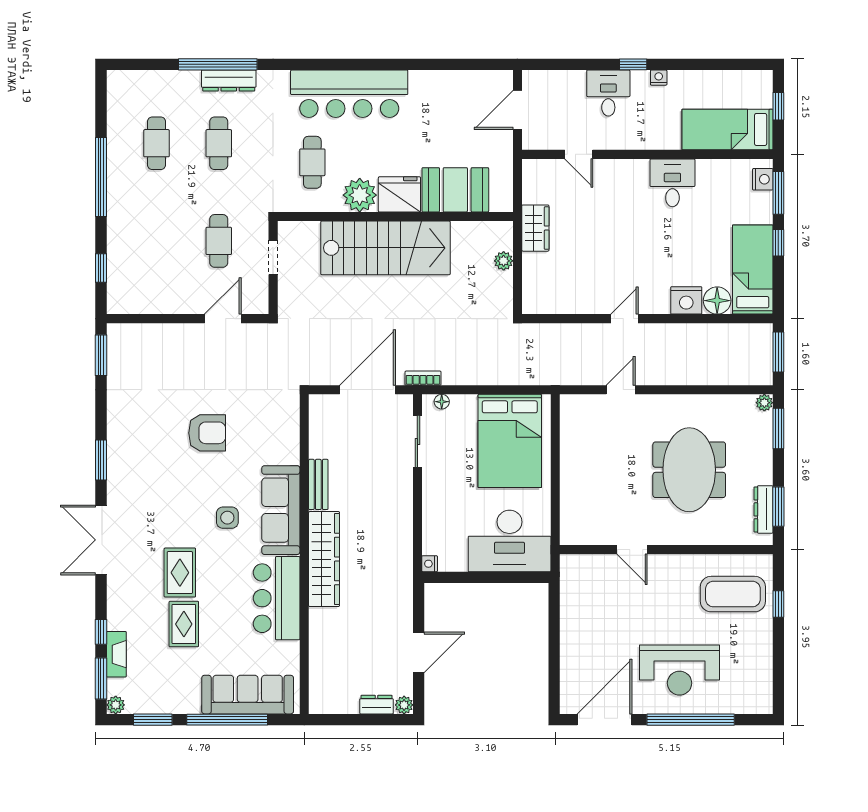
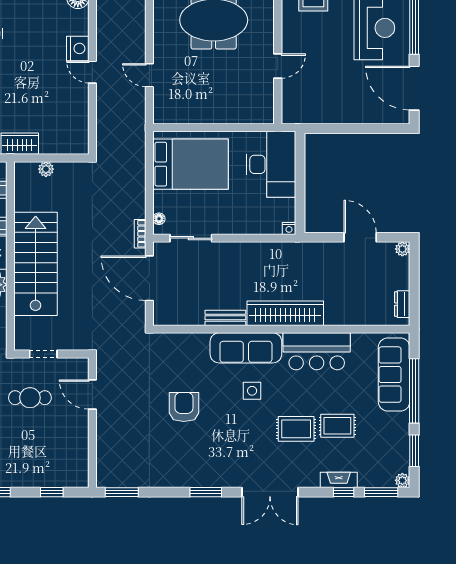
nightstand: (686, 300) -> (78, 48), moved
fireplace: (116, 654) -> (339, 480), moved
dresser: (377, 705) -> (402, 304), moved

